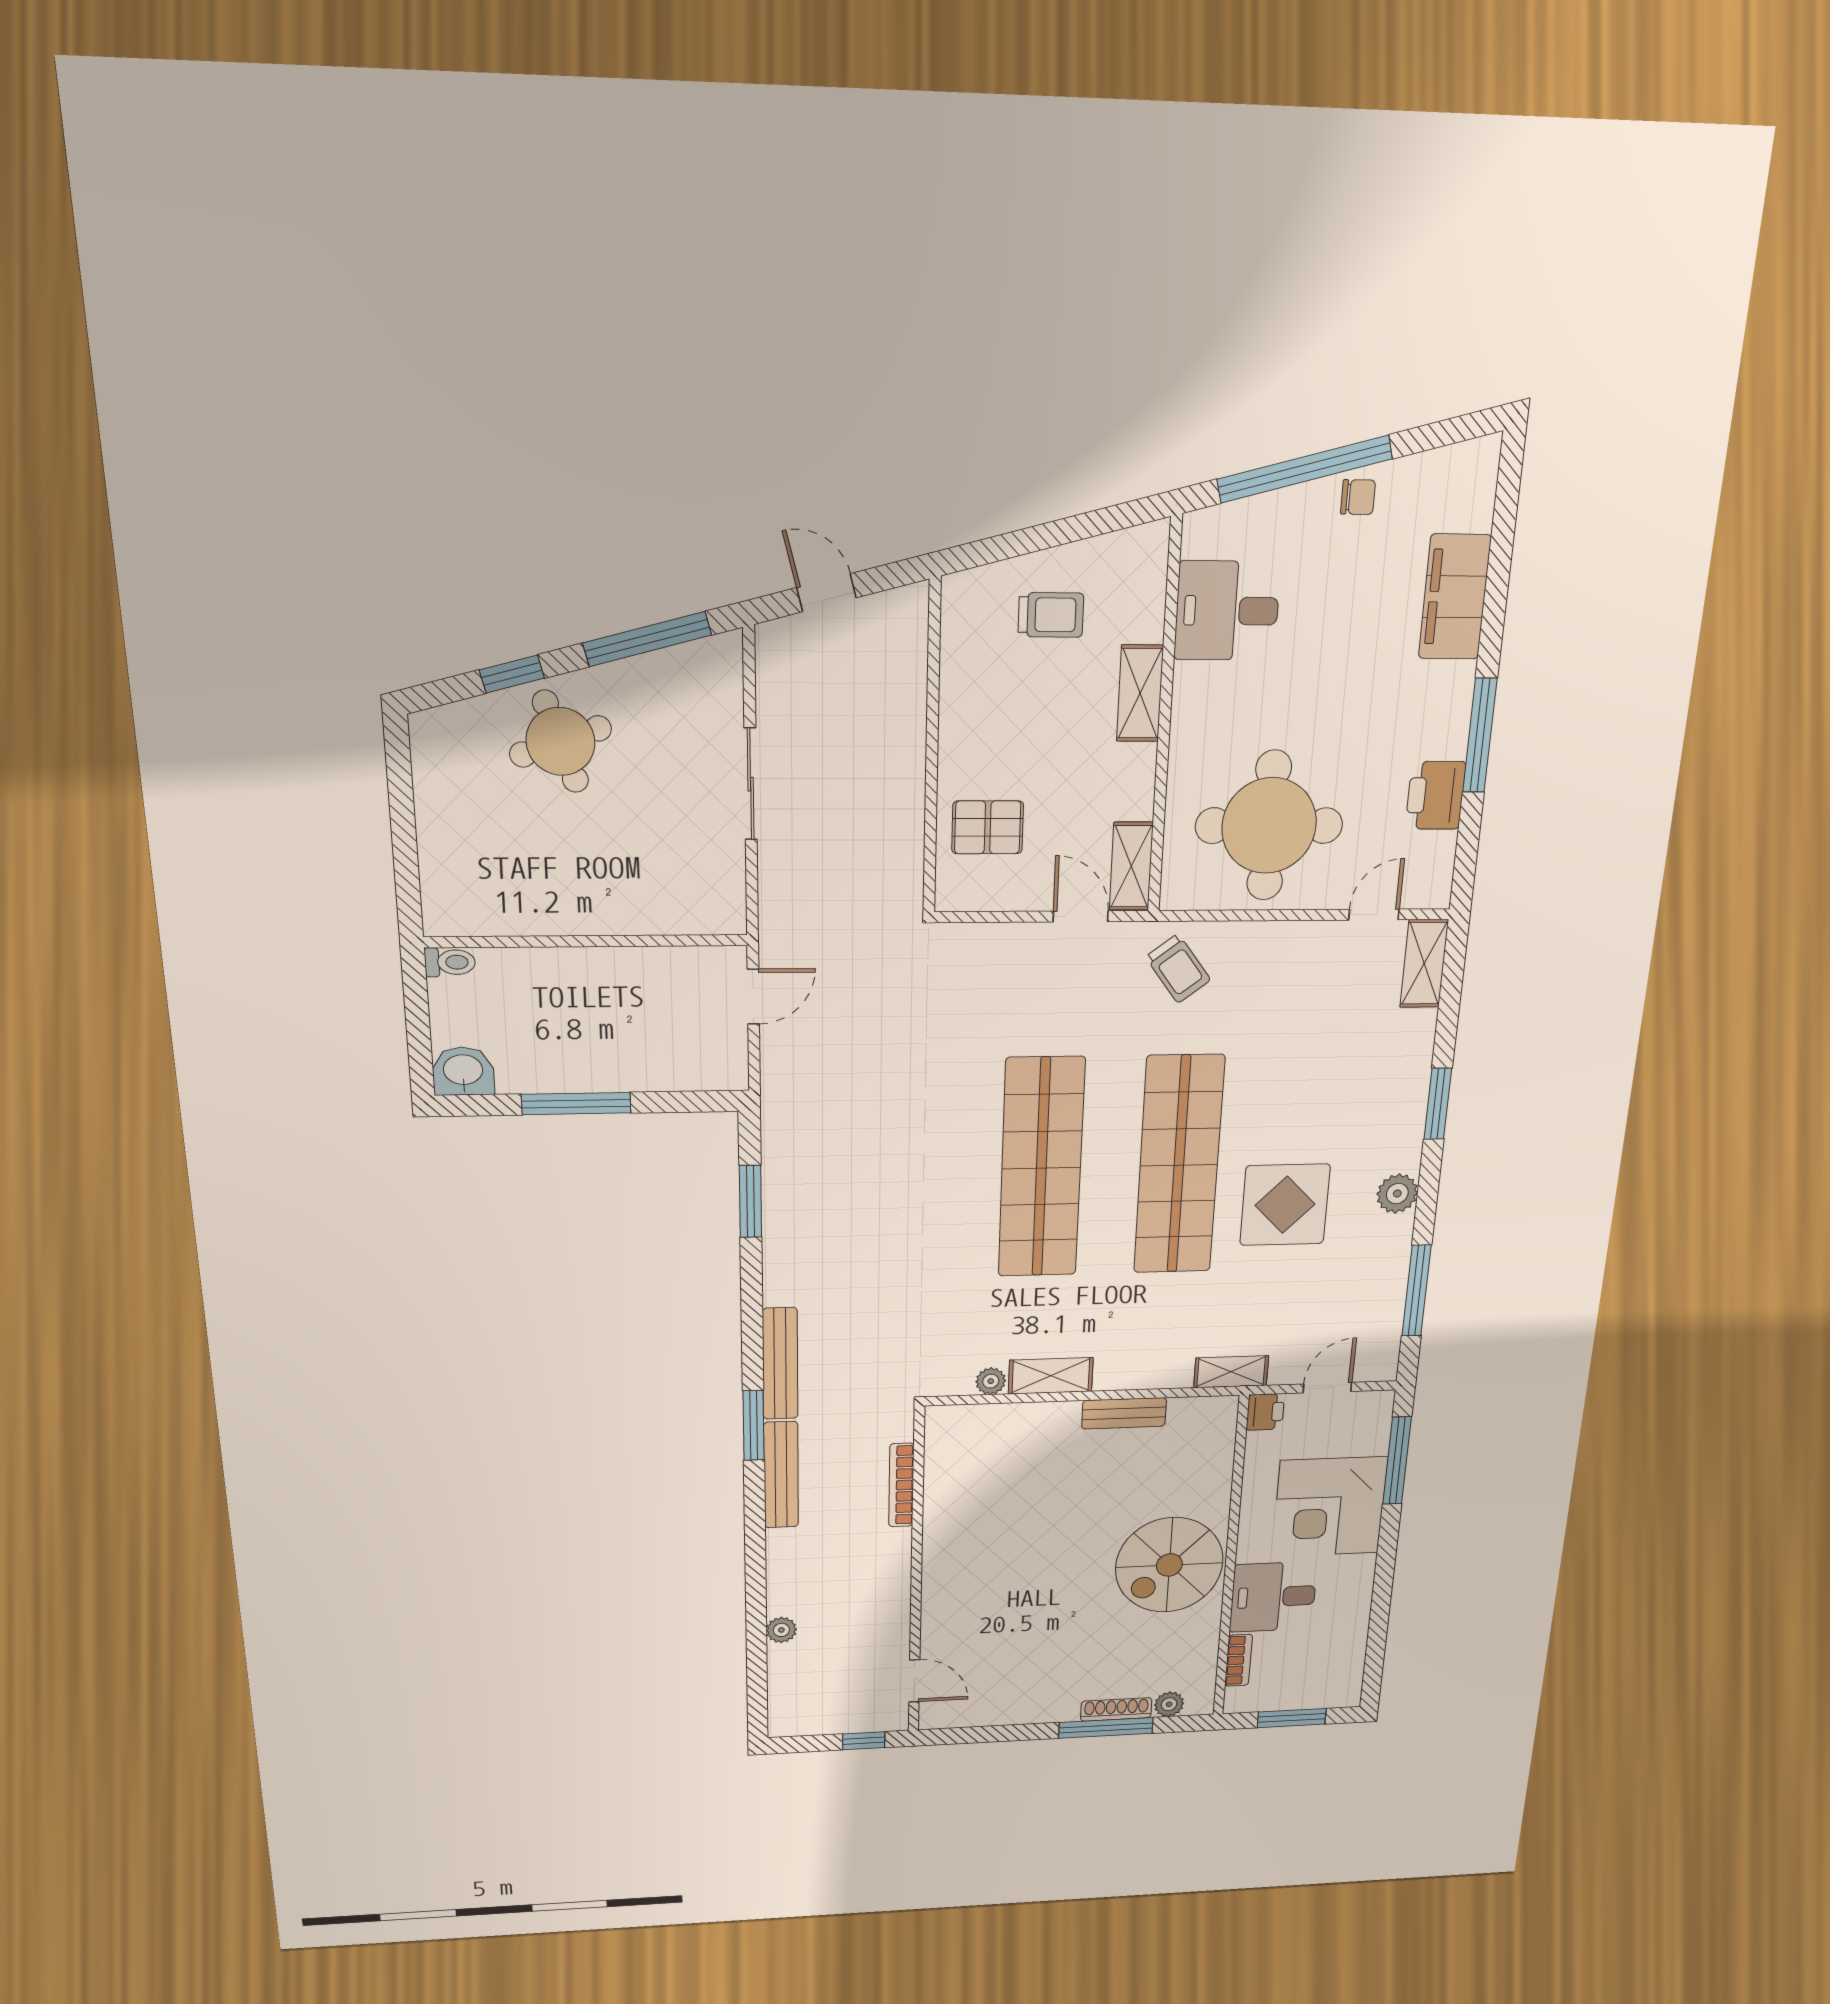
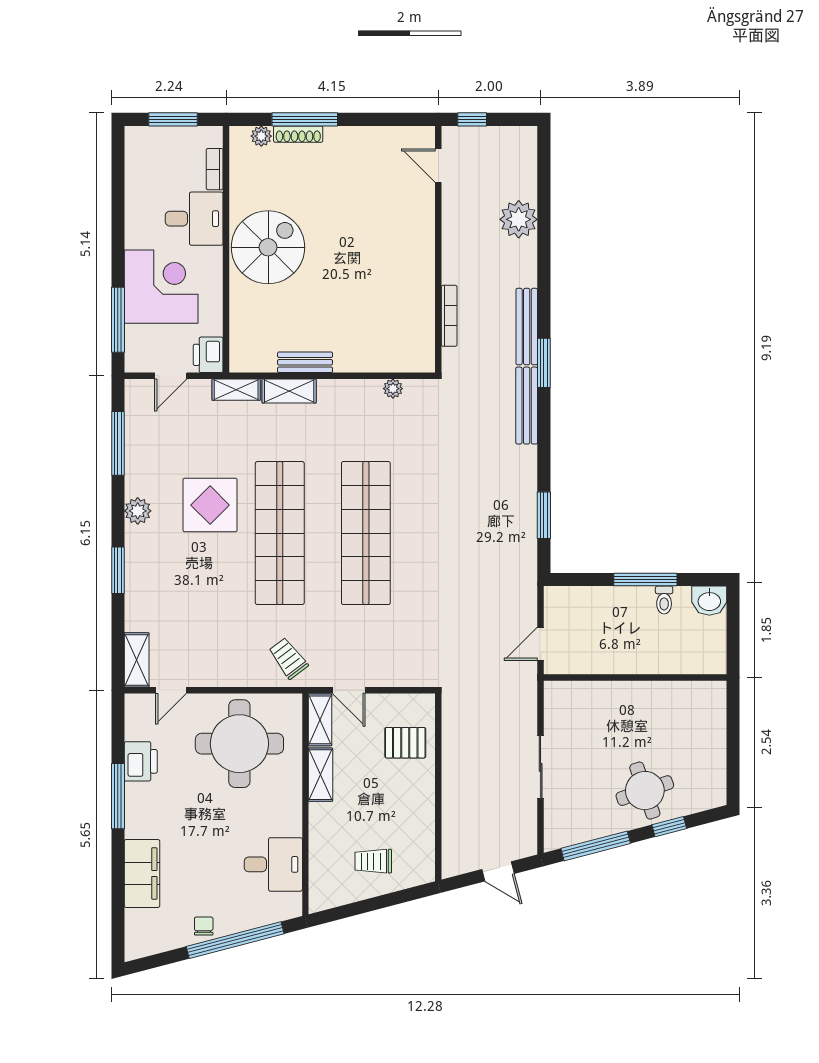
chair: (1358, 497) -> (204, 926), turned 90
shelving: (1140, 693) -> (320, 775), moved
toilet: (450, 962) -> (664, 600), moved, turned -90
shelving: (1051, 1376) -> (289, 391), moved
printer: (1265, 1412) -> (208, 355), width x1.36, depth x1.24
plant: (781, 1630) -> (519, 219), width x1.87, depth x1.87

